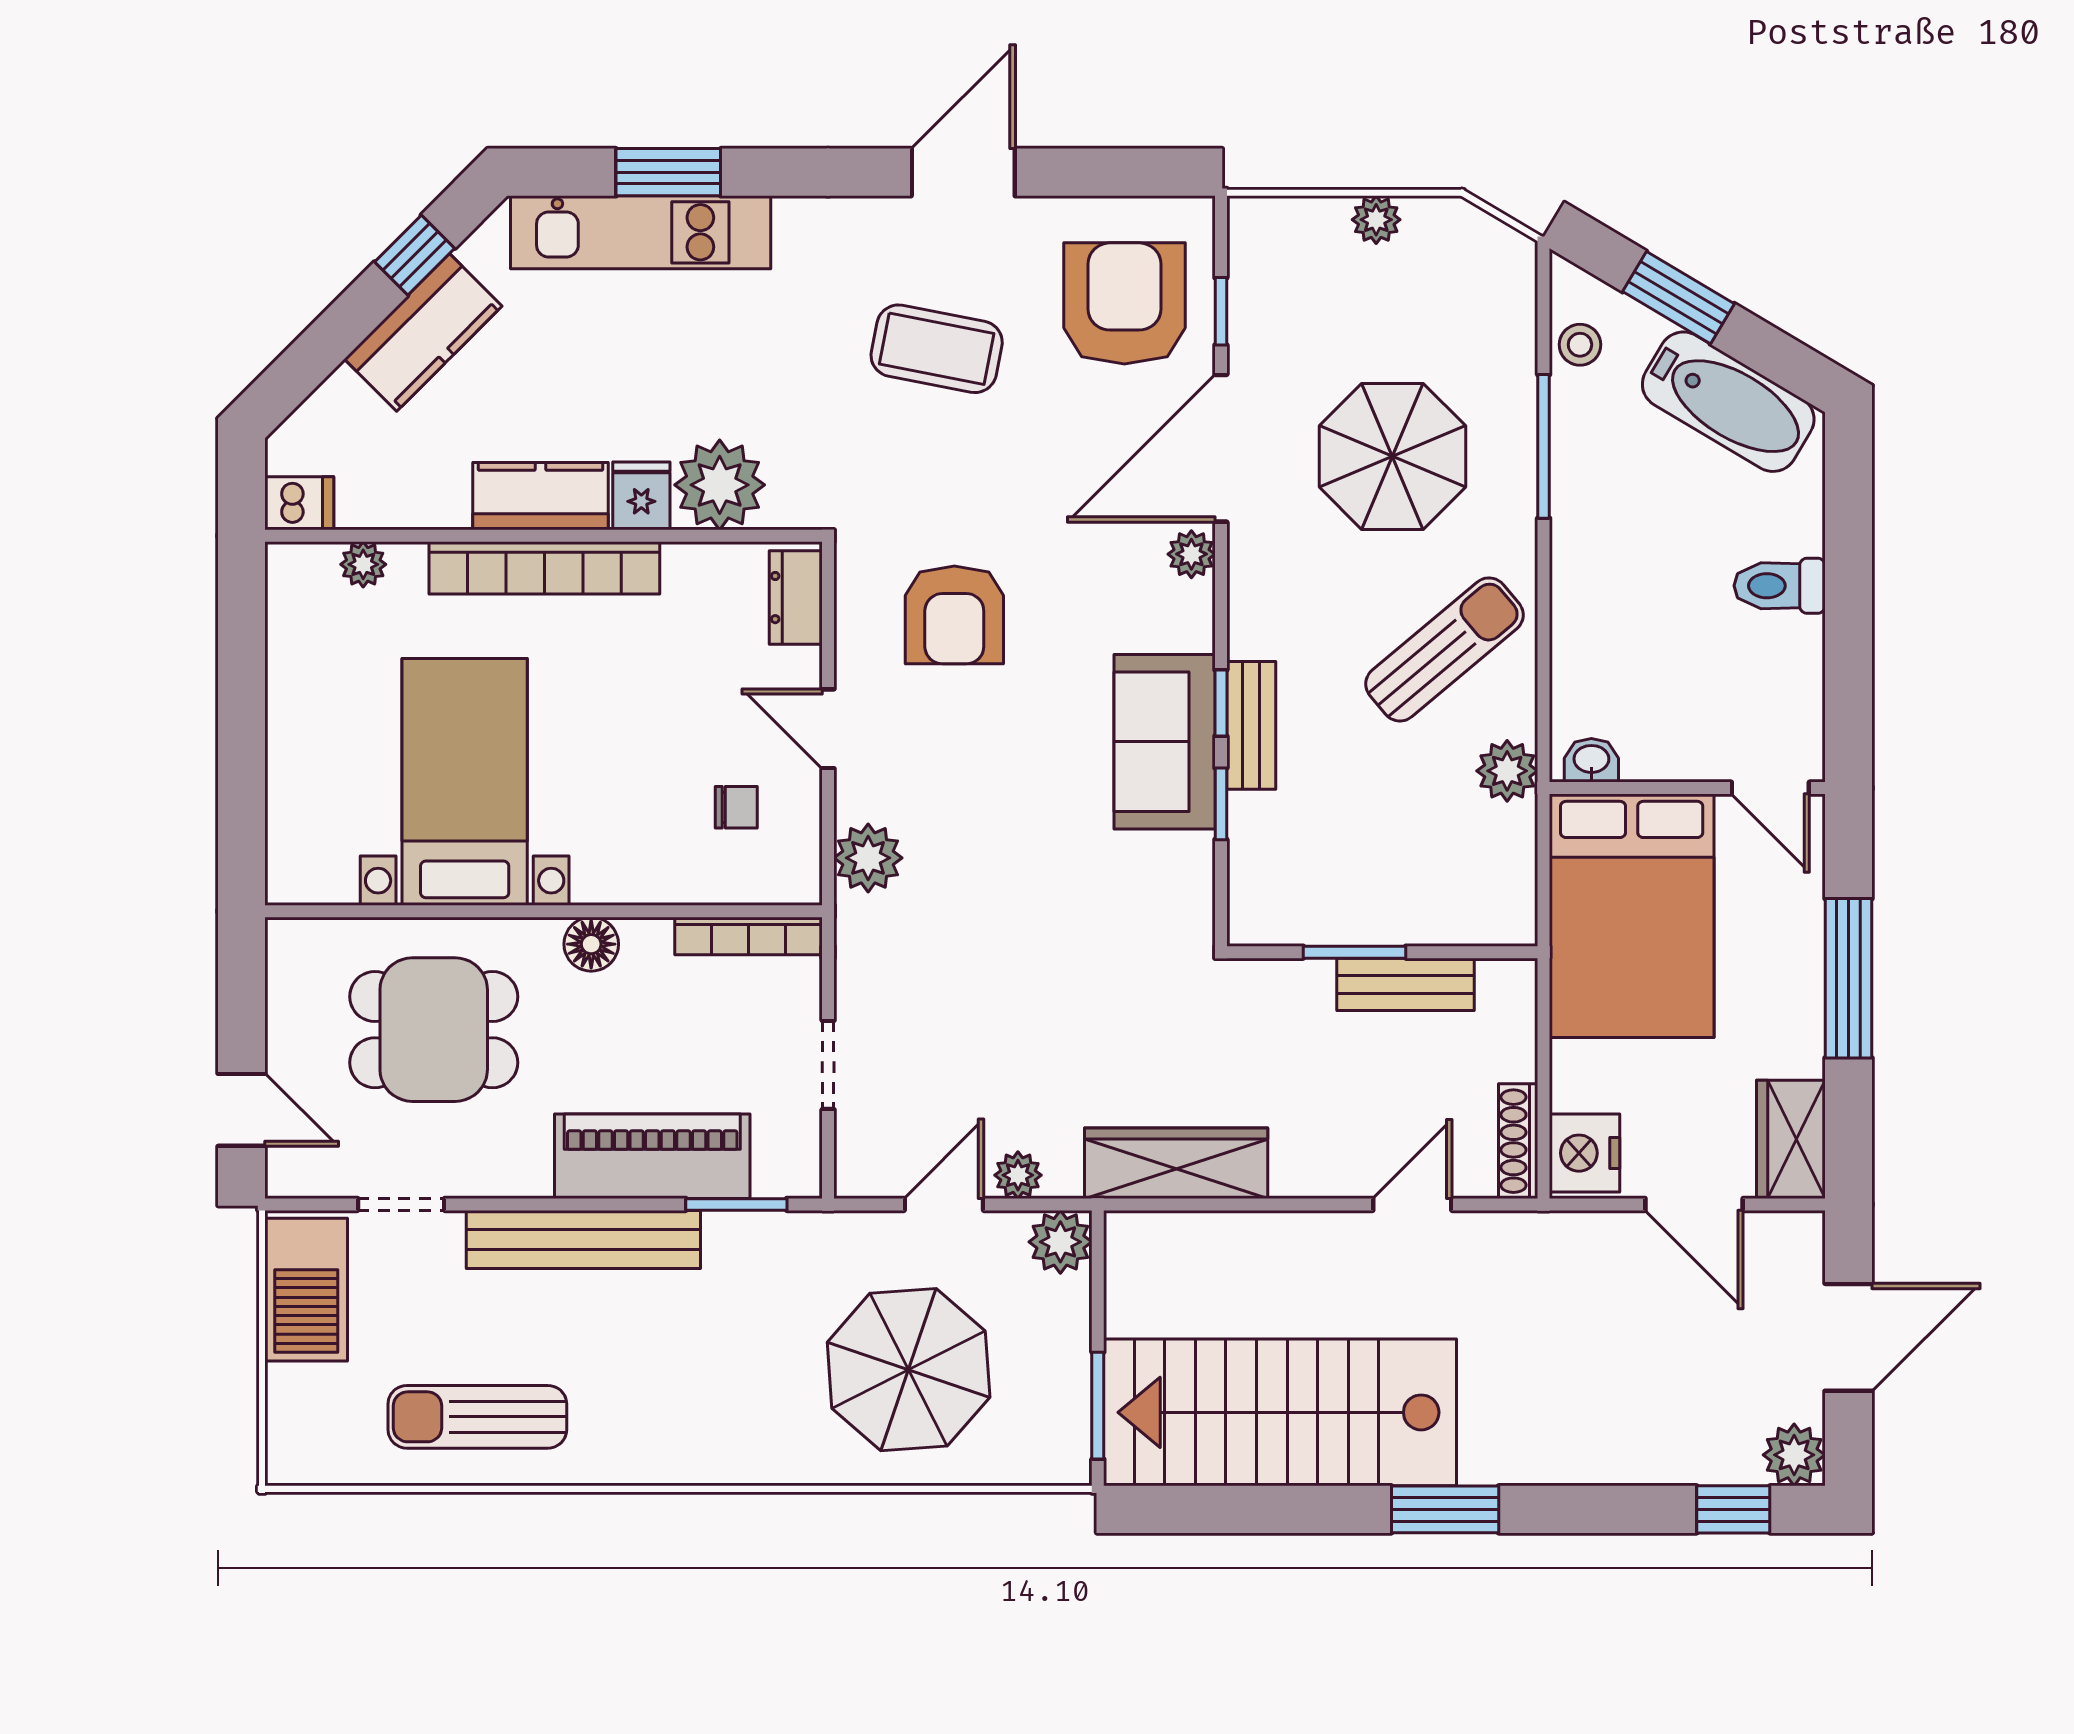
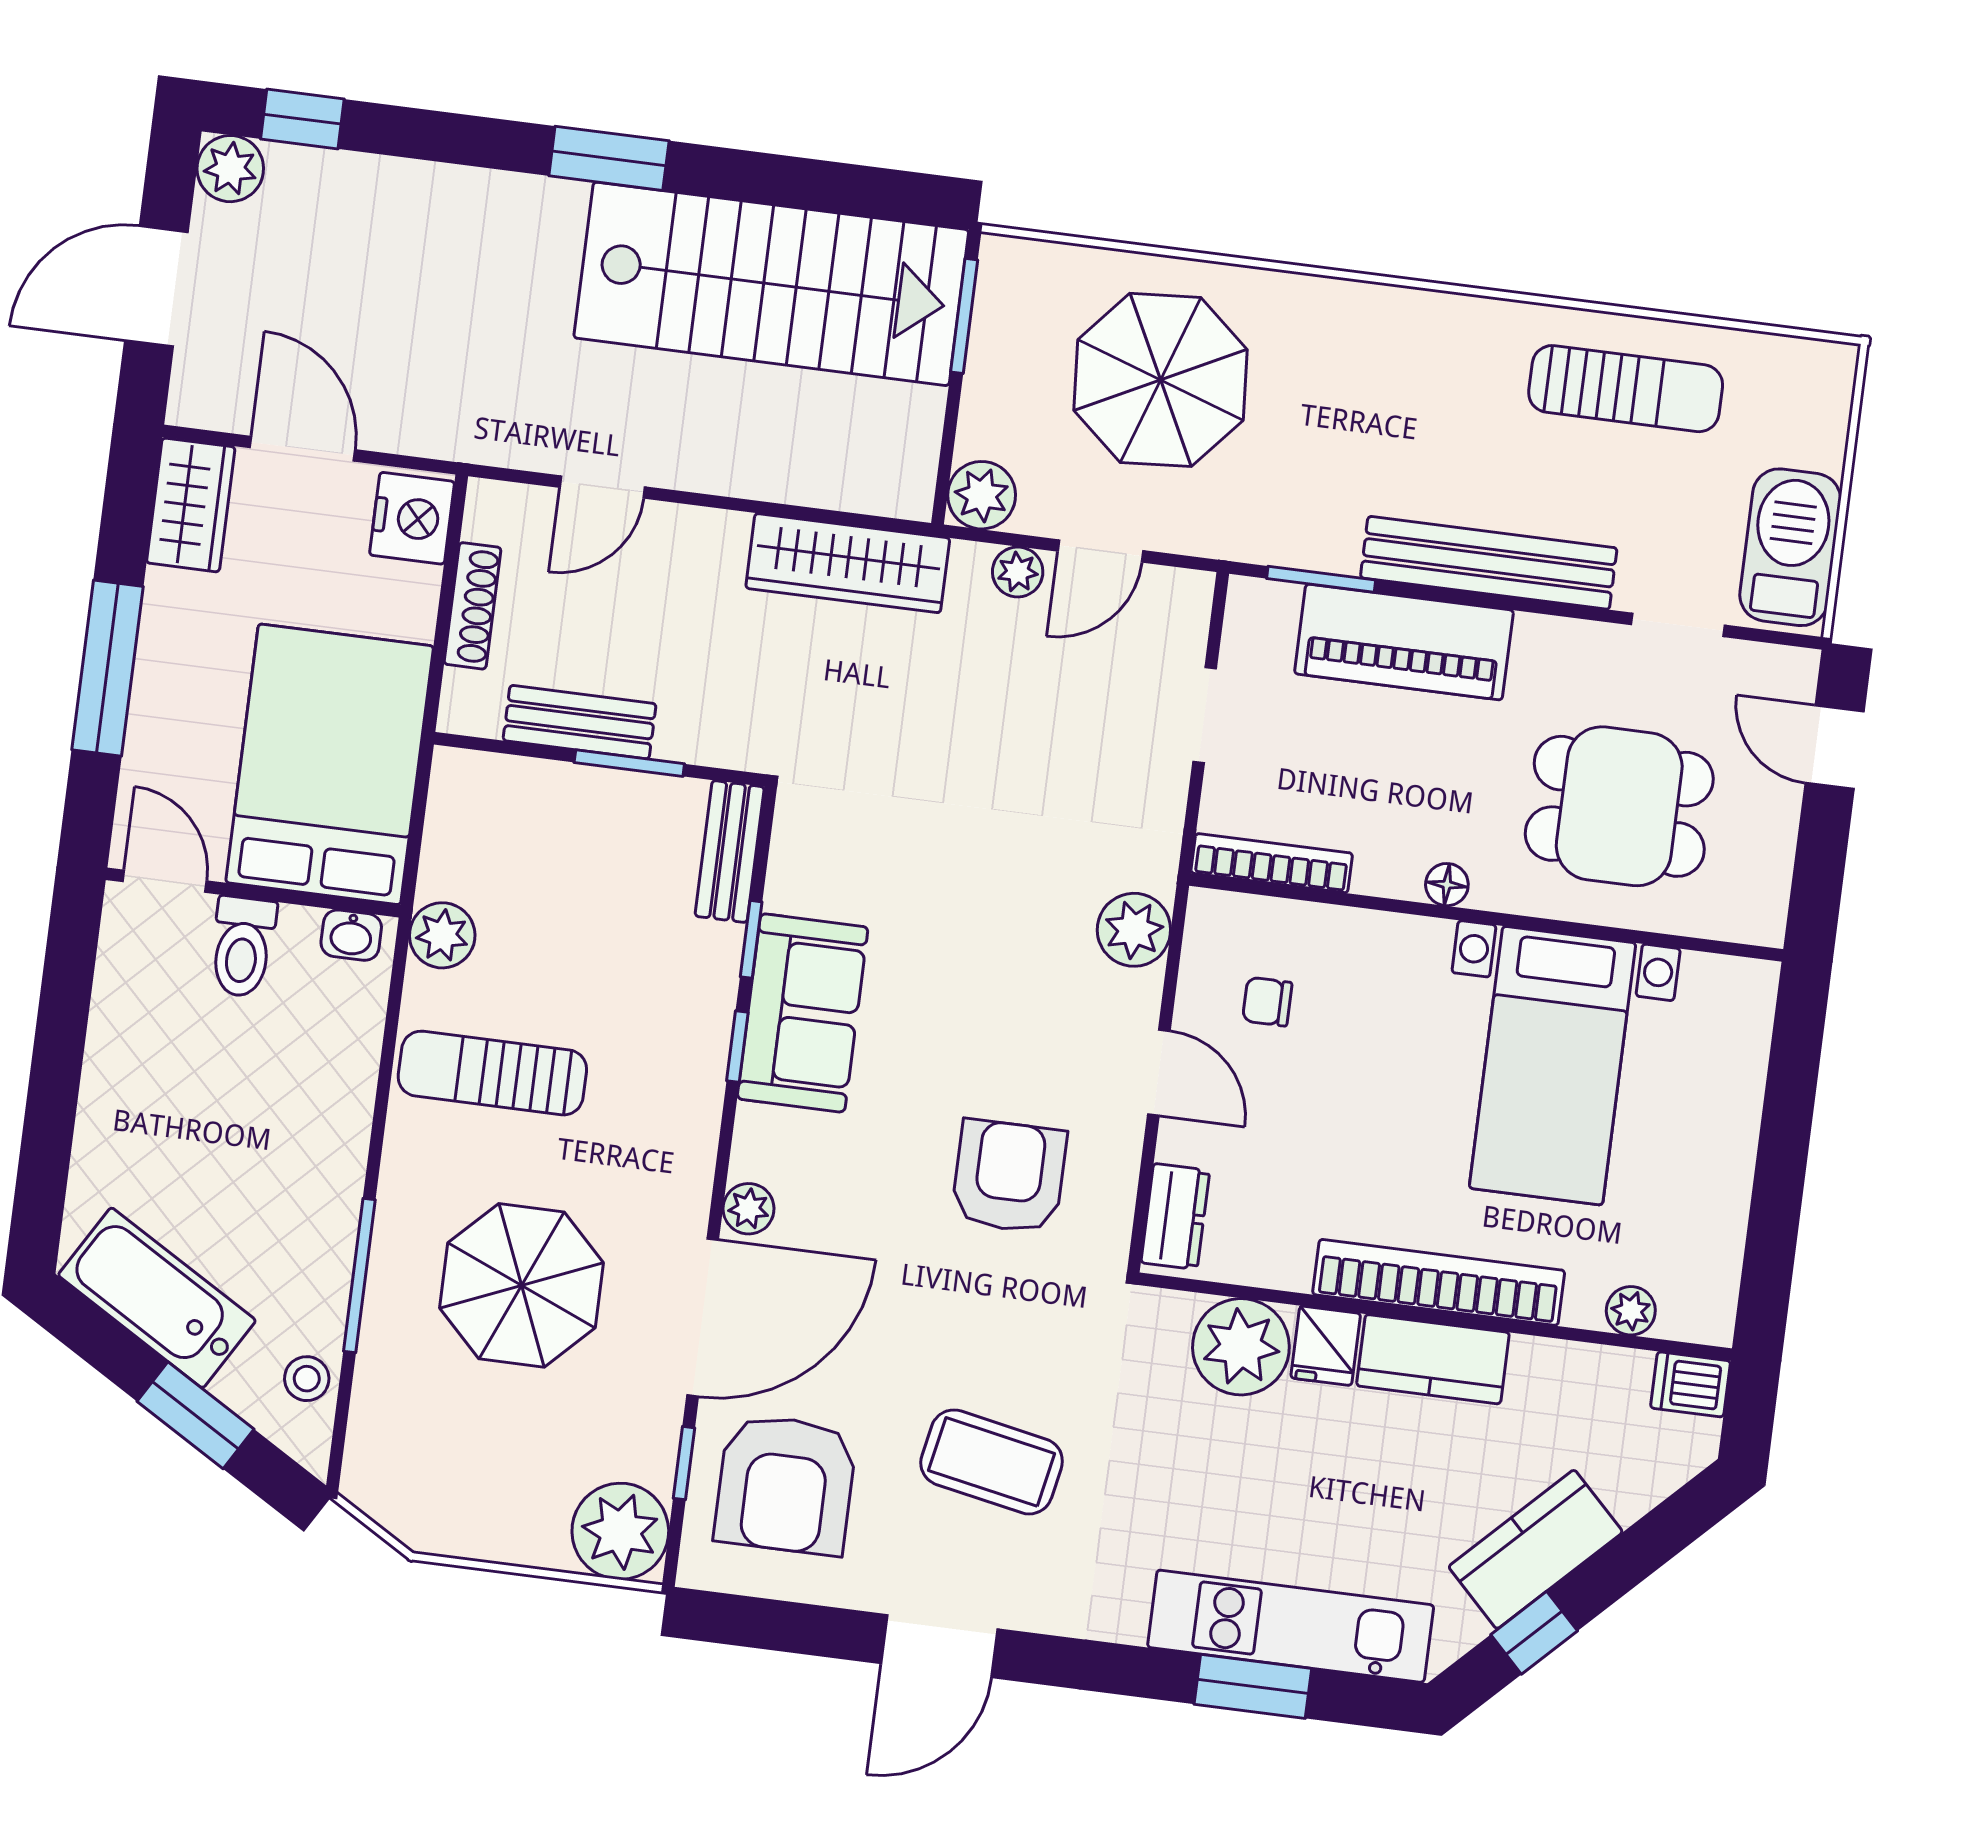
plant: (1376, 220) -> (620, 1531), moved, width x1.88, depth x1.88
toilet: (1780, 586) -> (243, 947), moved, turned 90
sun lounger: (1444, 649) -> (492, 1073), turned 40
bench: (1251, 725) -> (730, 852), moved
floor lamp: (591, 944) -> (1447, 885), width x0.73, depth x0.73
shoe rack: (1518, 1141) -> (473, 606), moved

